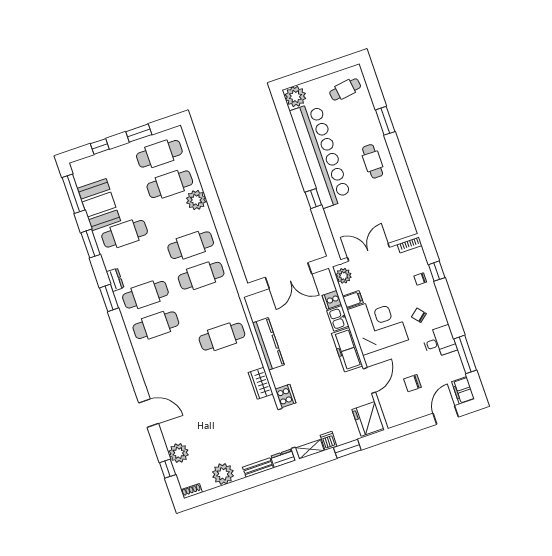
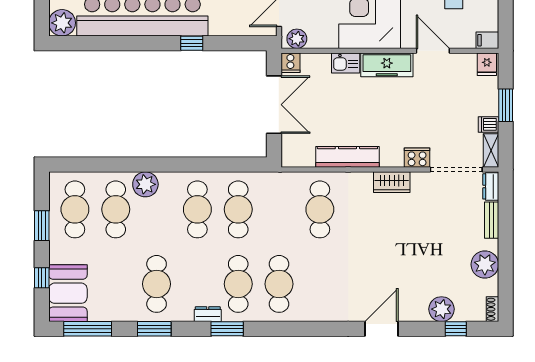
booth: (99, 205) -> (68, 293), moved, turned 90
cooker: (332, 300) -> (290, 63), moved
filing cabinet: (353, 300) -> (487, 40), moved, turned -90
fridge: (368, 419) -> (487, 64), width x0.53, depth x0.75

